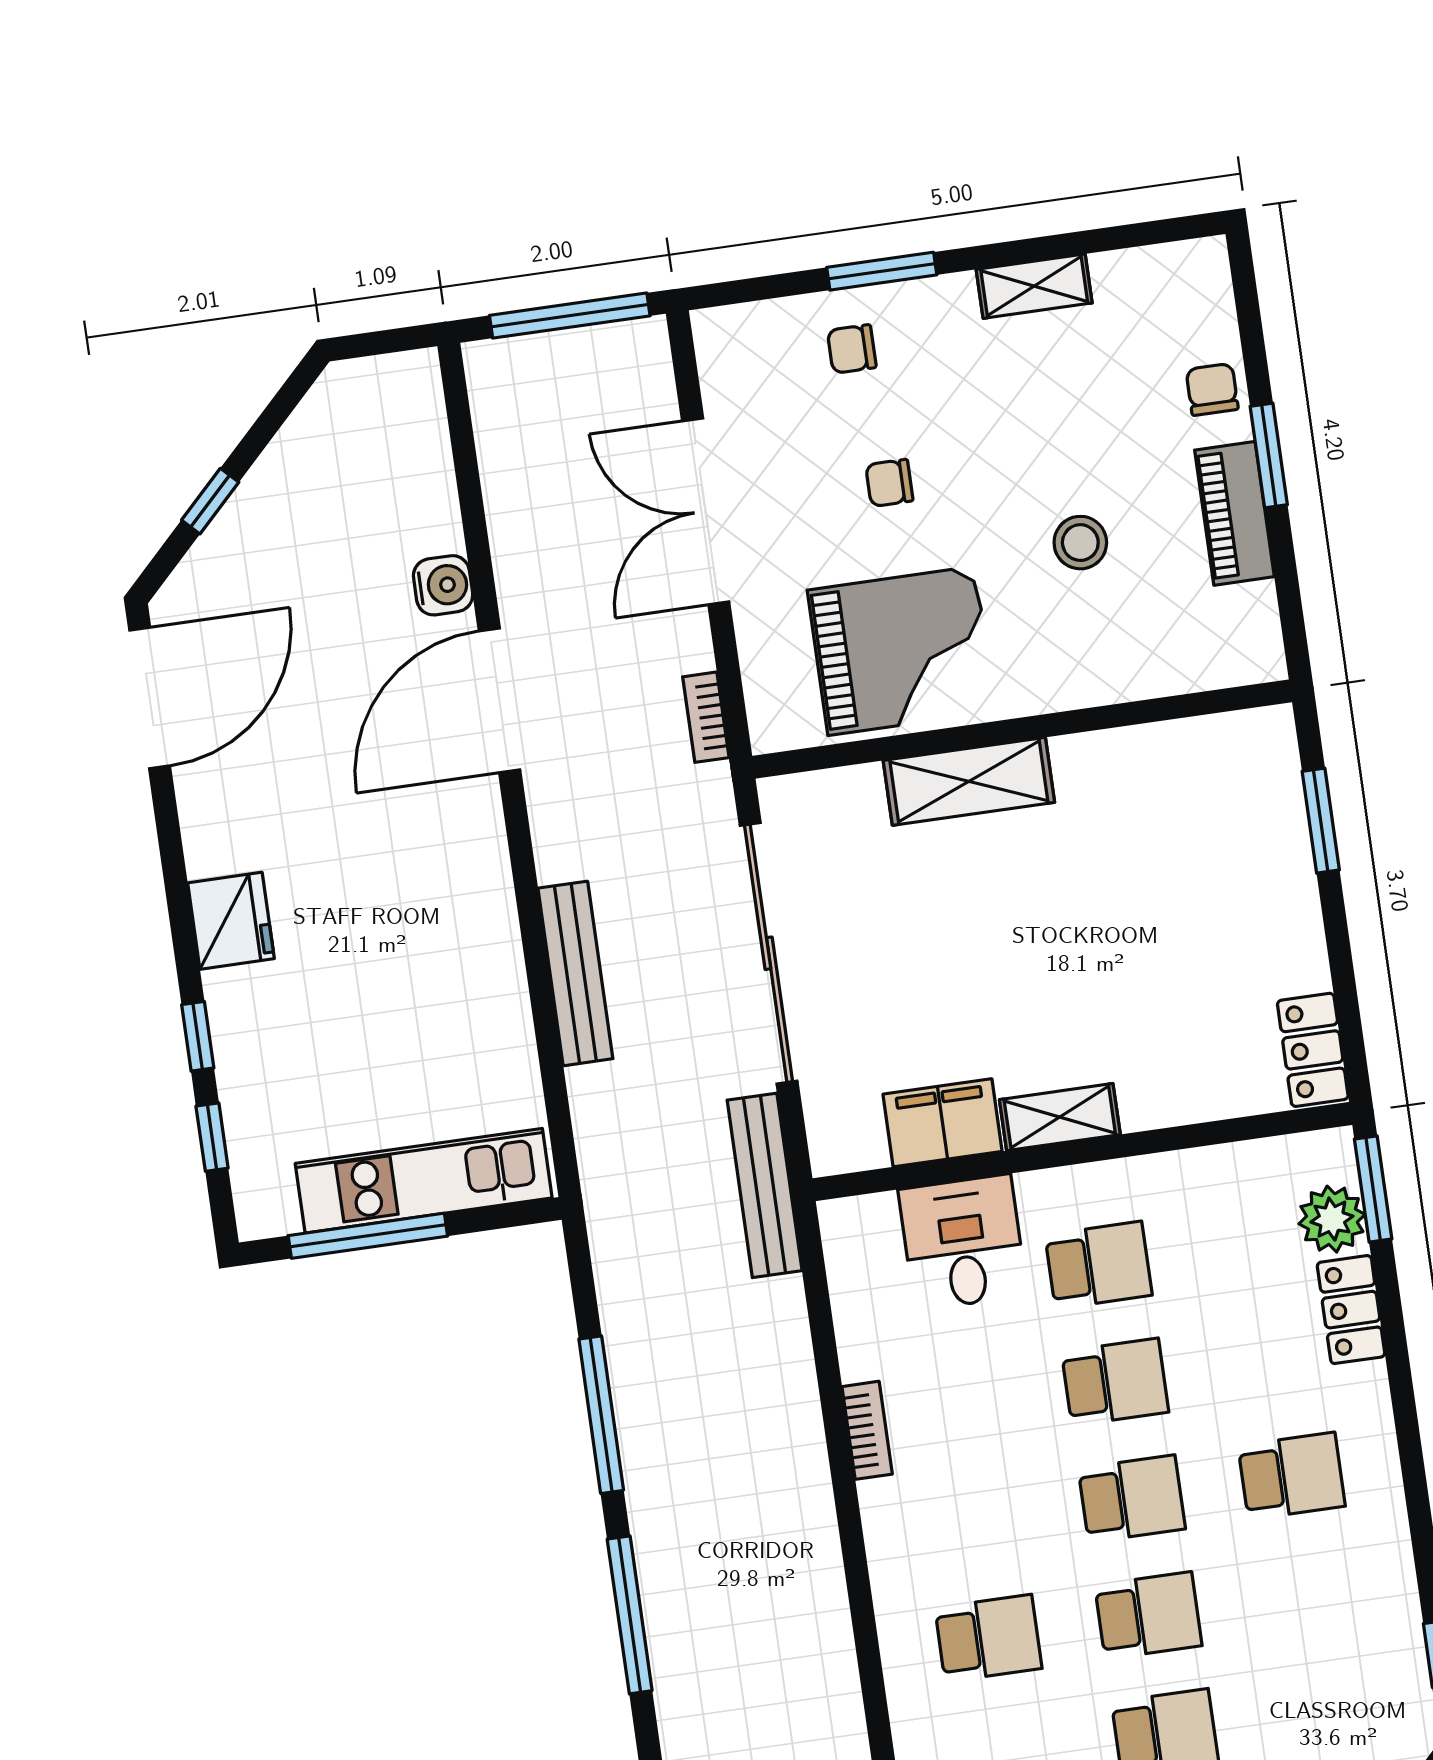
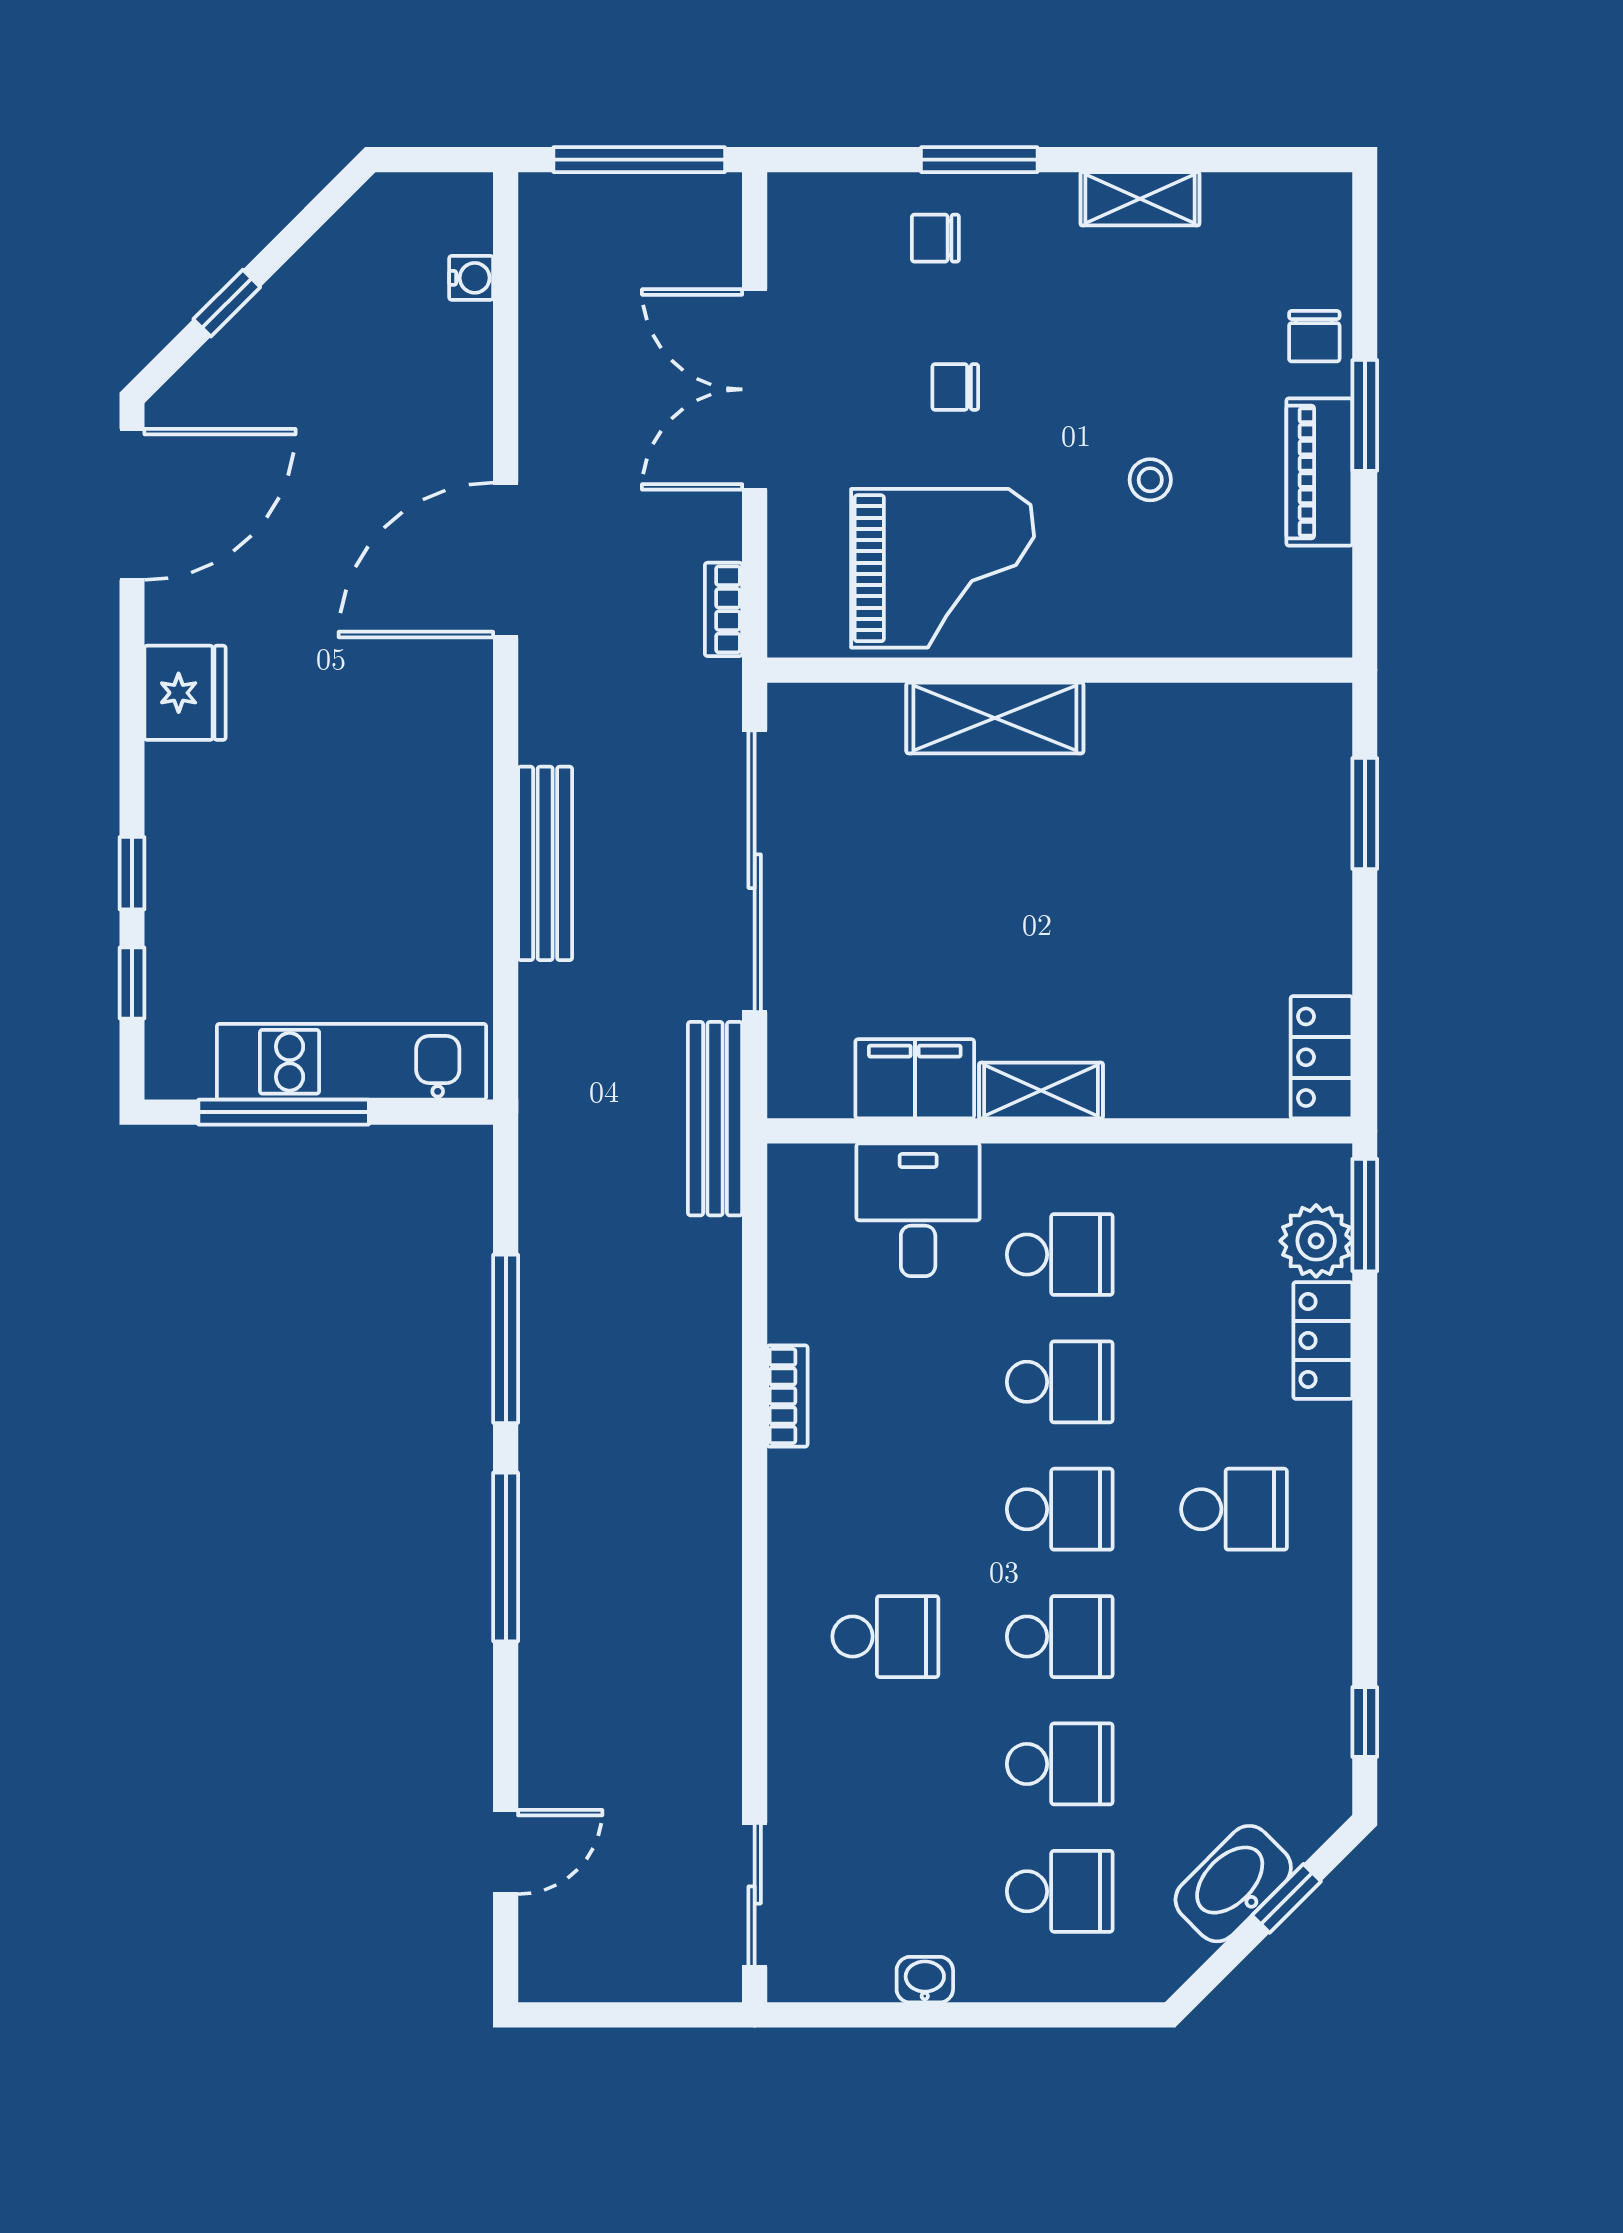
chair: (1212, 389) -> (1314, 336), turned 180
stool: (1080, 543) -> (1150, 480), width x0.73, depth x0.73
water cooler: (443, 585) -> (471, 278), moved, width x0.72, depth x0.72
fridge: (231, 921) -> (185, 693), moved

